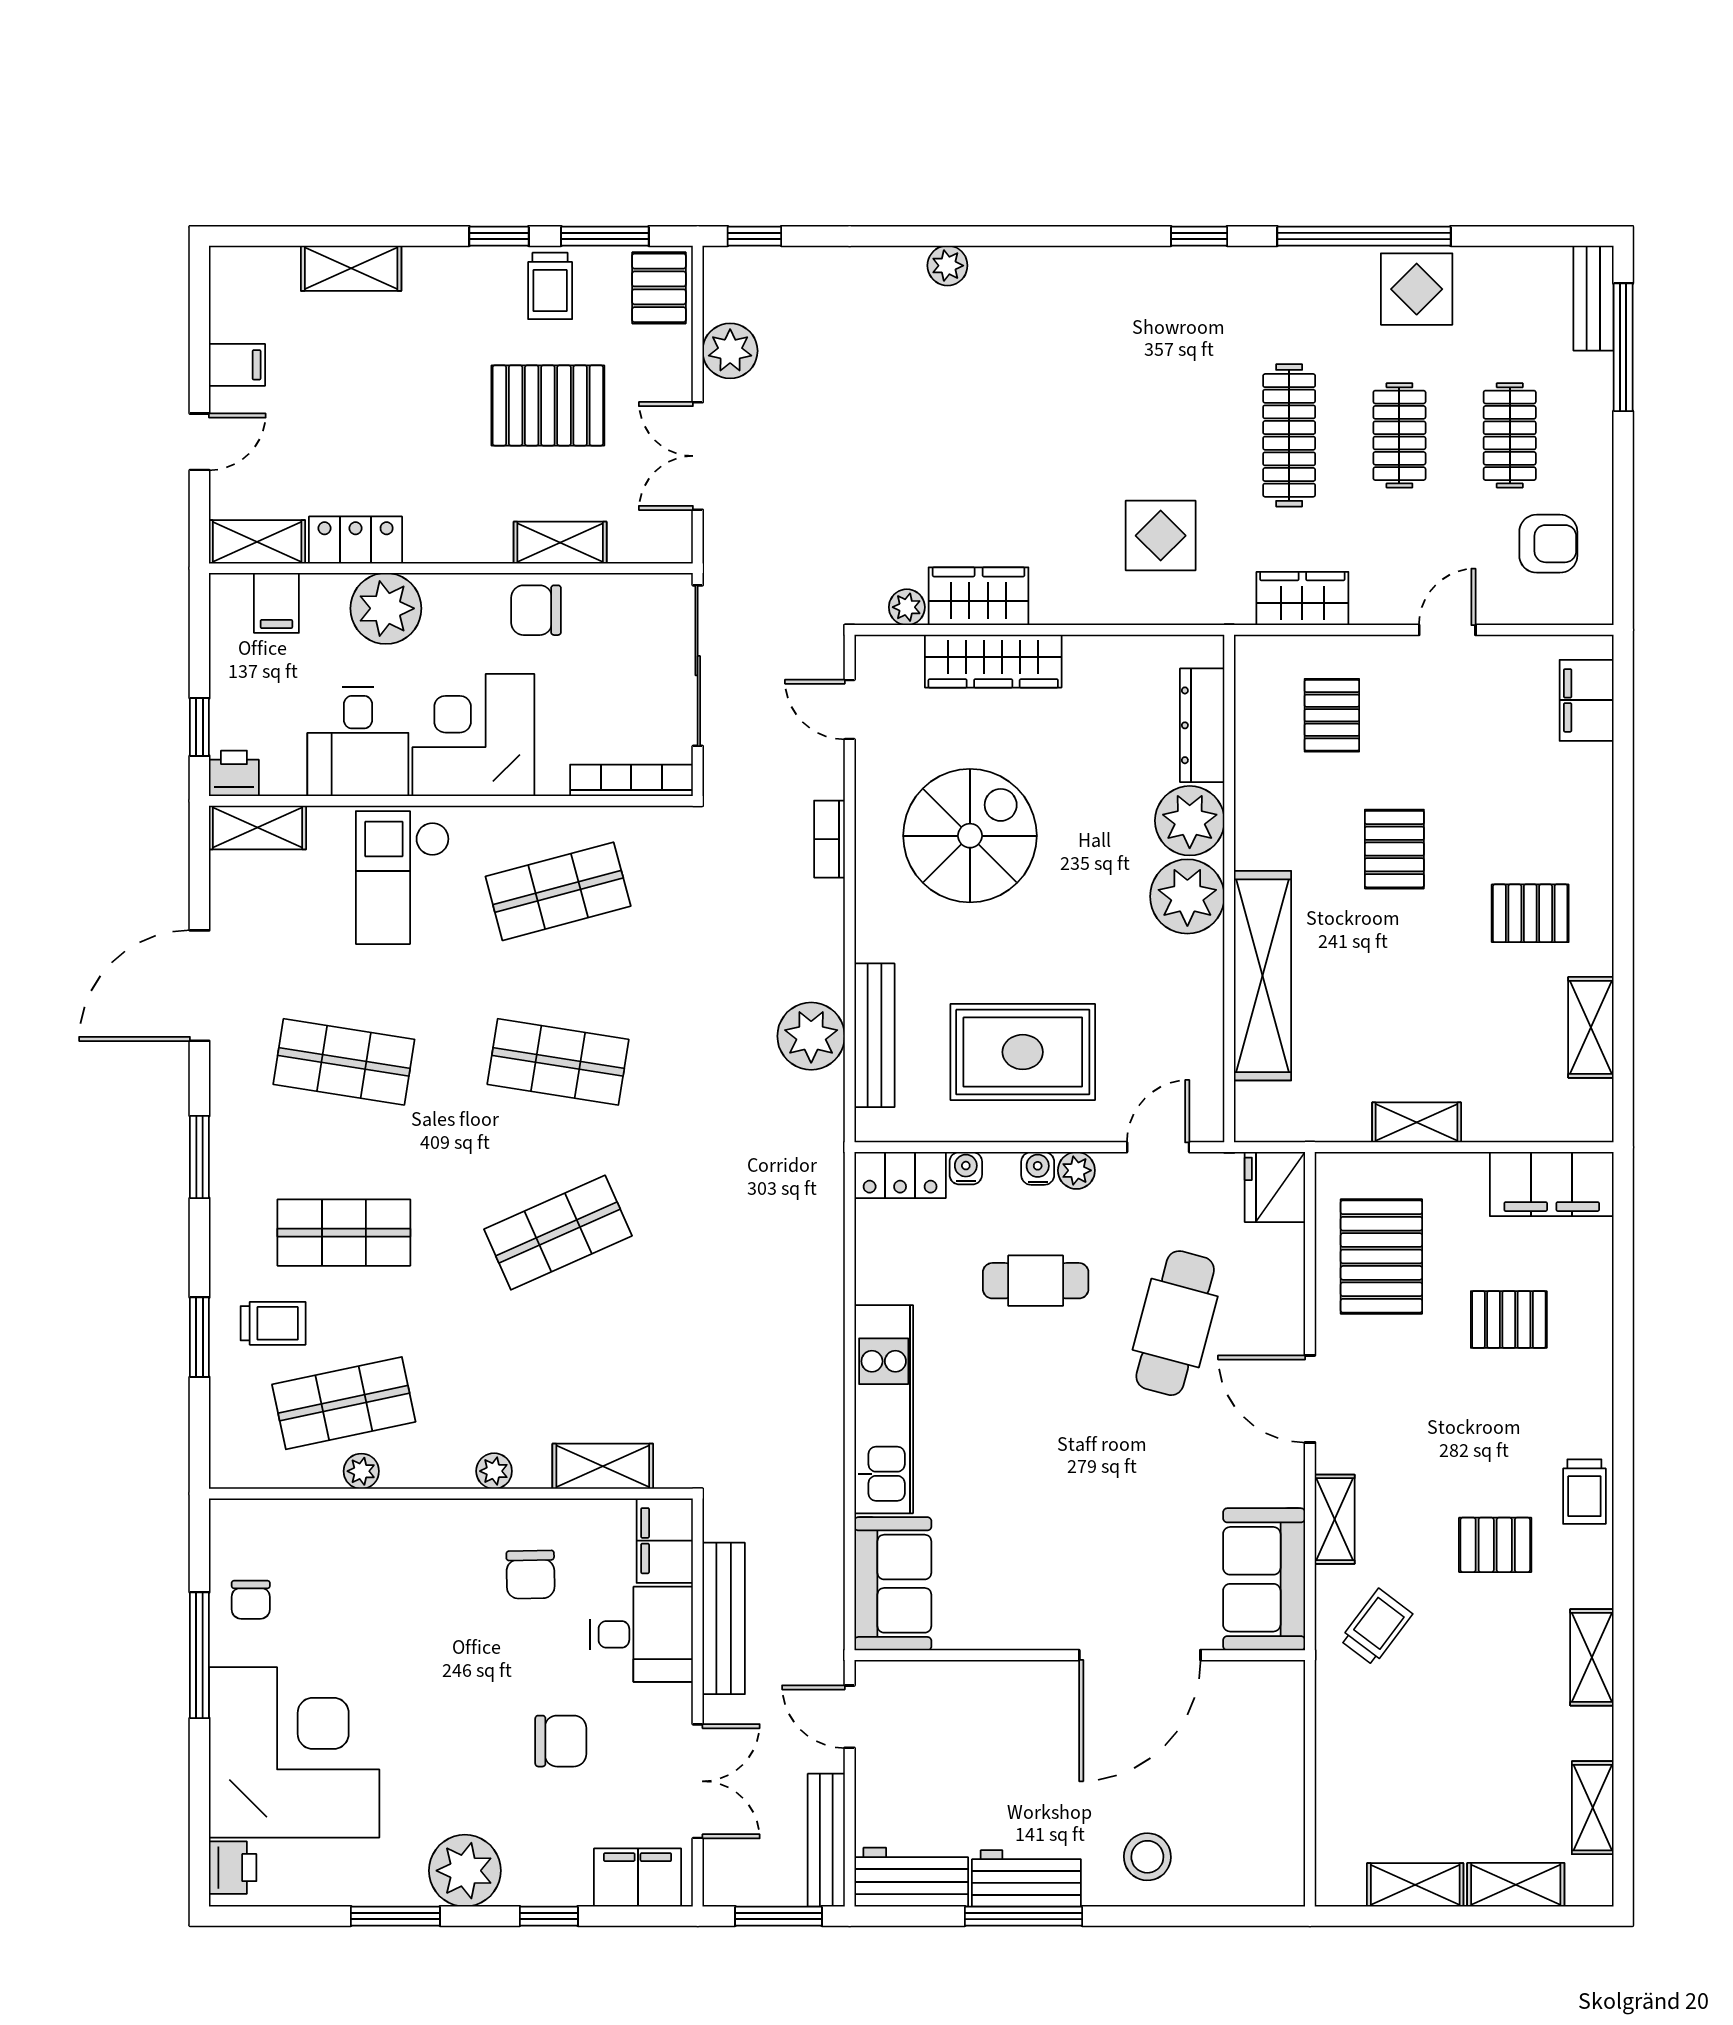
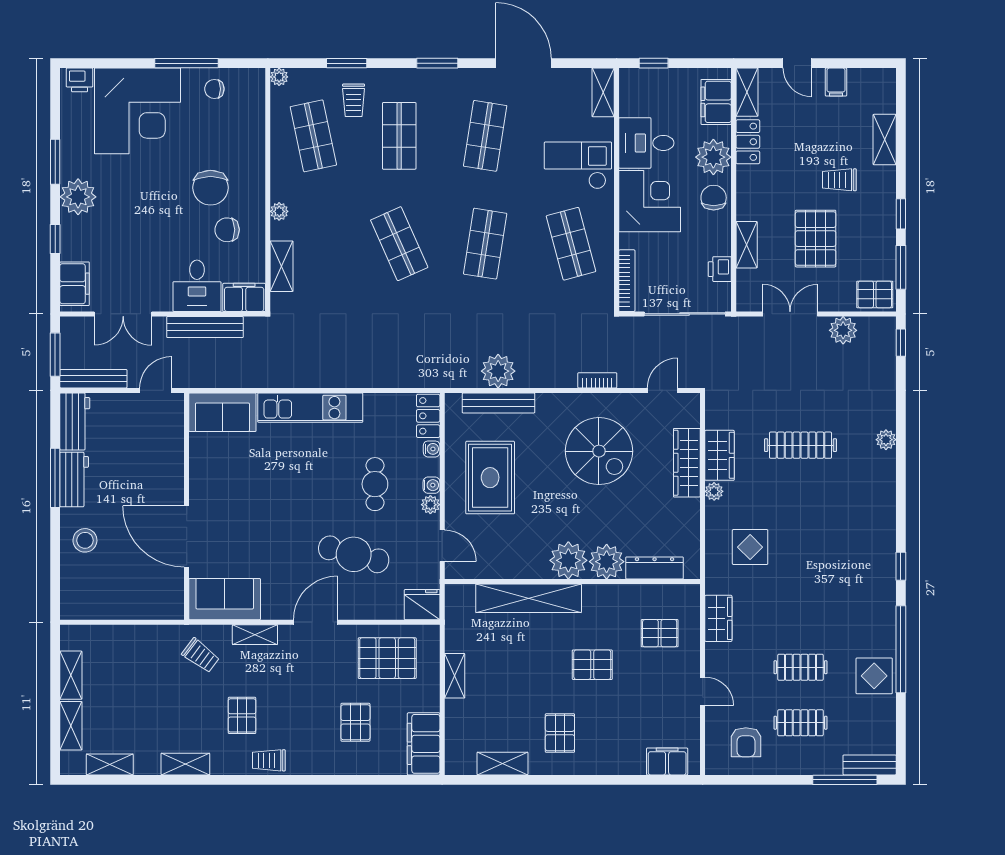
trolley: (550, 286) -> (839, 180), moved
clothes rail: (1289, 435) -> (801, 445), moved
filing cabinet: (276, 603) -> (716, 102), width x2.00
plant: (907, 607) -> (714, 491), moved
chair: (536, 610) -> (714, 198), moved
printer: (234, 773) -> (720, 269), moved, turned 180
plant: (361, 1471) -> (279, 77), moved
chair: (561, 1741) -> (211, 188), moved, width x1.37, depth x1.37

